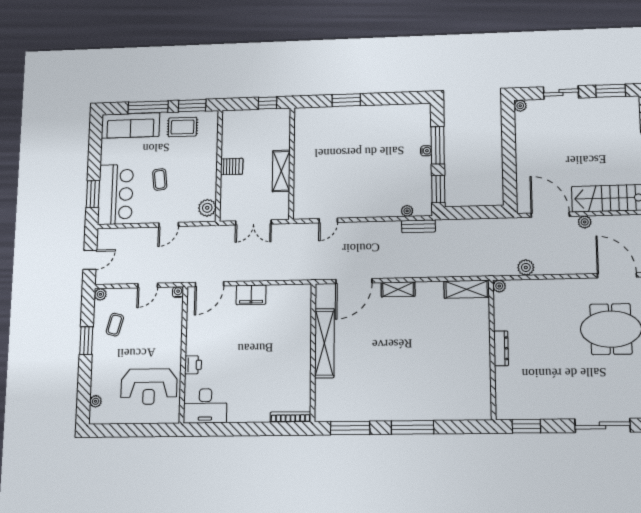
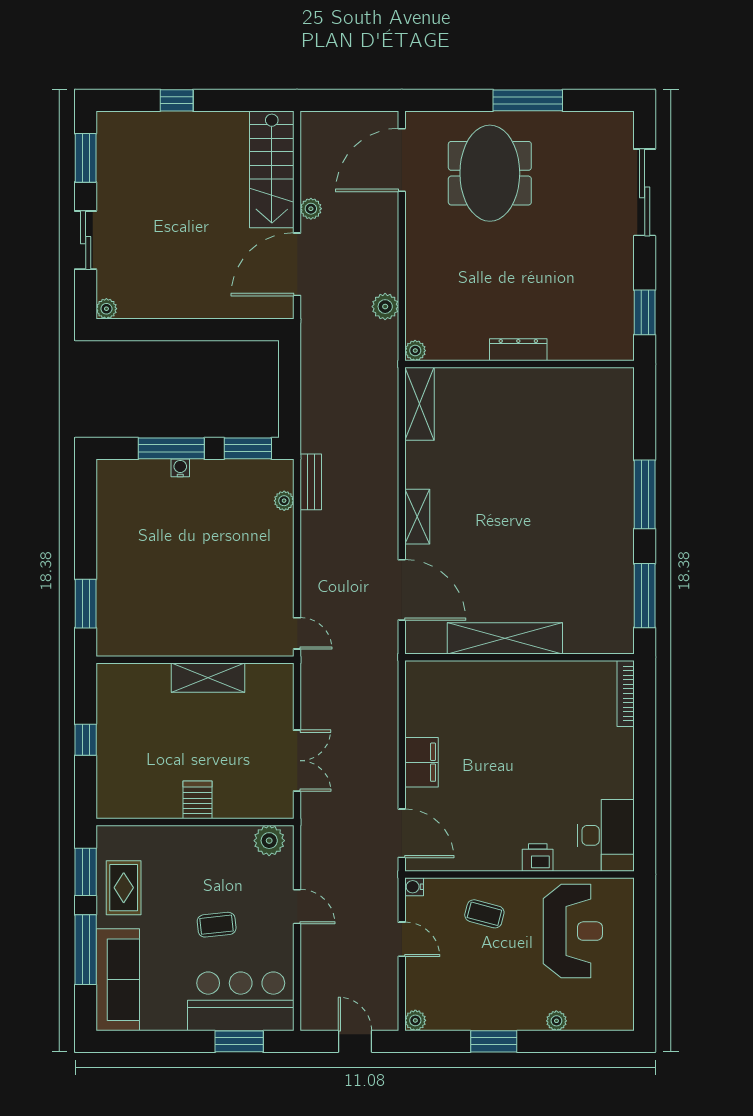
wall: (292, 163) -> (195, 660), moved
shelving: (281, 171) -> (208, 678), moved
coffee table: (115, 325) -> (484, 914), moved
plant: (96, 401) -> (556, 1021), moved

